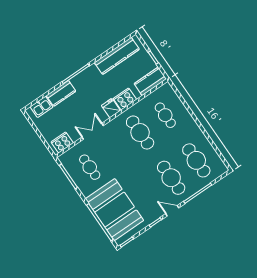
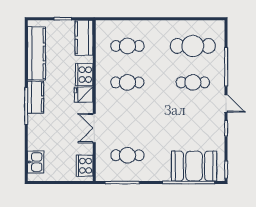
kitchen counter: (61, 93) -> (36, 97), moved
cafe table: (140, 133) -> (127, 82), width x0.73, depth x0.74
cafe table: (171, 178) -> (193, 82), width x0.73, depth x0.74
booth: (114, 210) -> (194, 166), width x0.73, depth x0.70
door: (172, 211) -> (226, 104), swing flipped

